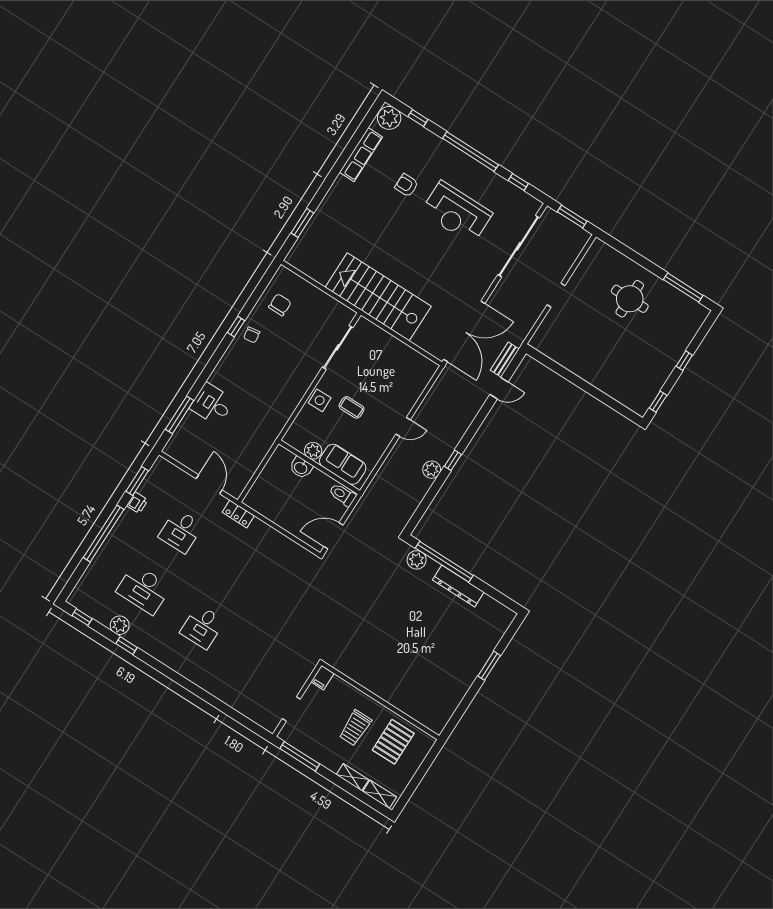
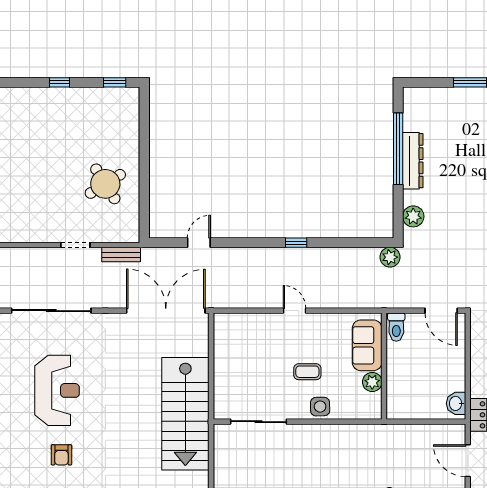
round table: (630, 299) -> (105, 184), moved, turned -32
bench: (505, 360) -> (121, 255), moved
door: (499, 388) -> (199, 243), hinge flipped
coffee table: (352, 407) -> (307, 372), turned 90
washbasin: (301, 468) -> (456, 403), moved, turned 180
plant: (432, 470) -> (390, 257), moved
door: (209, 484) -> (468, 461), hinge flipped
window: (444, 562) -> (398, 149), moved

